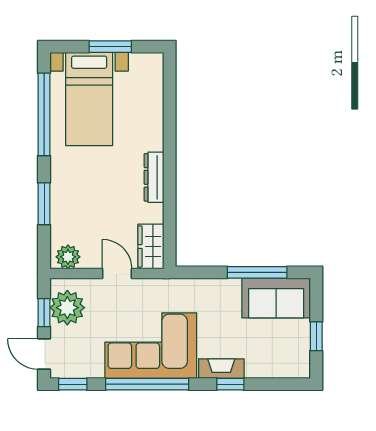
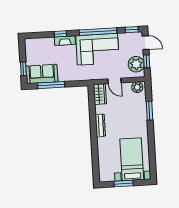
window: (44, 114) -> (152, 151), removed
window: (316, 336) -> (23, 69), moved

